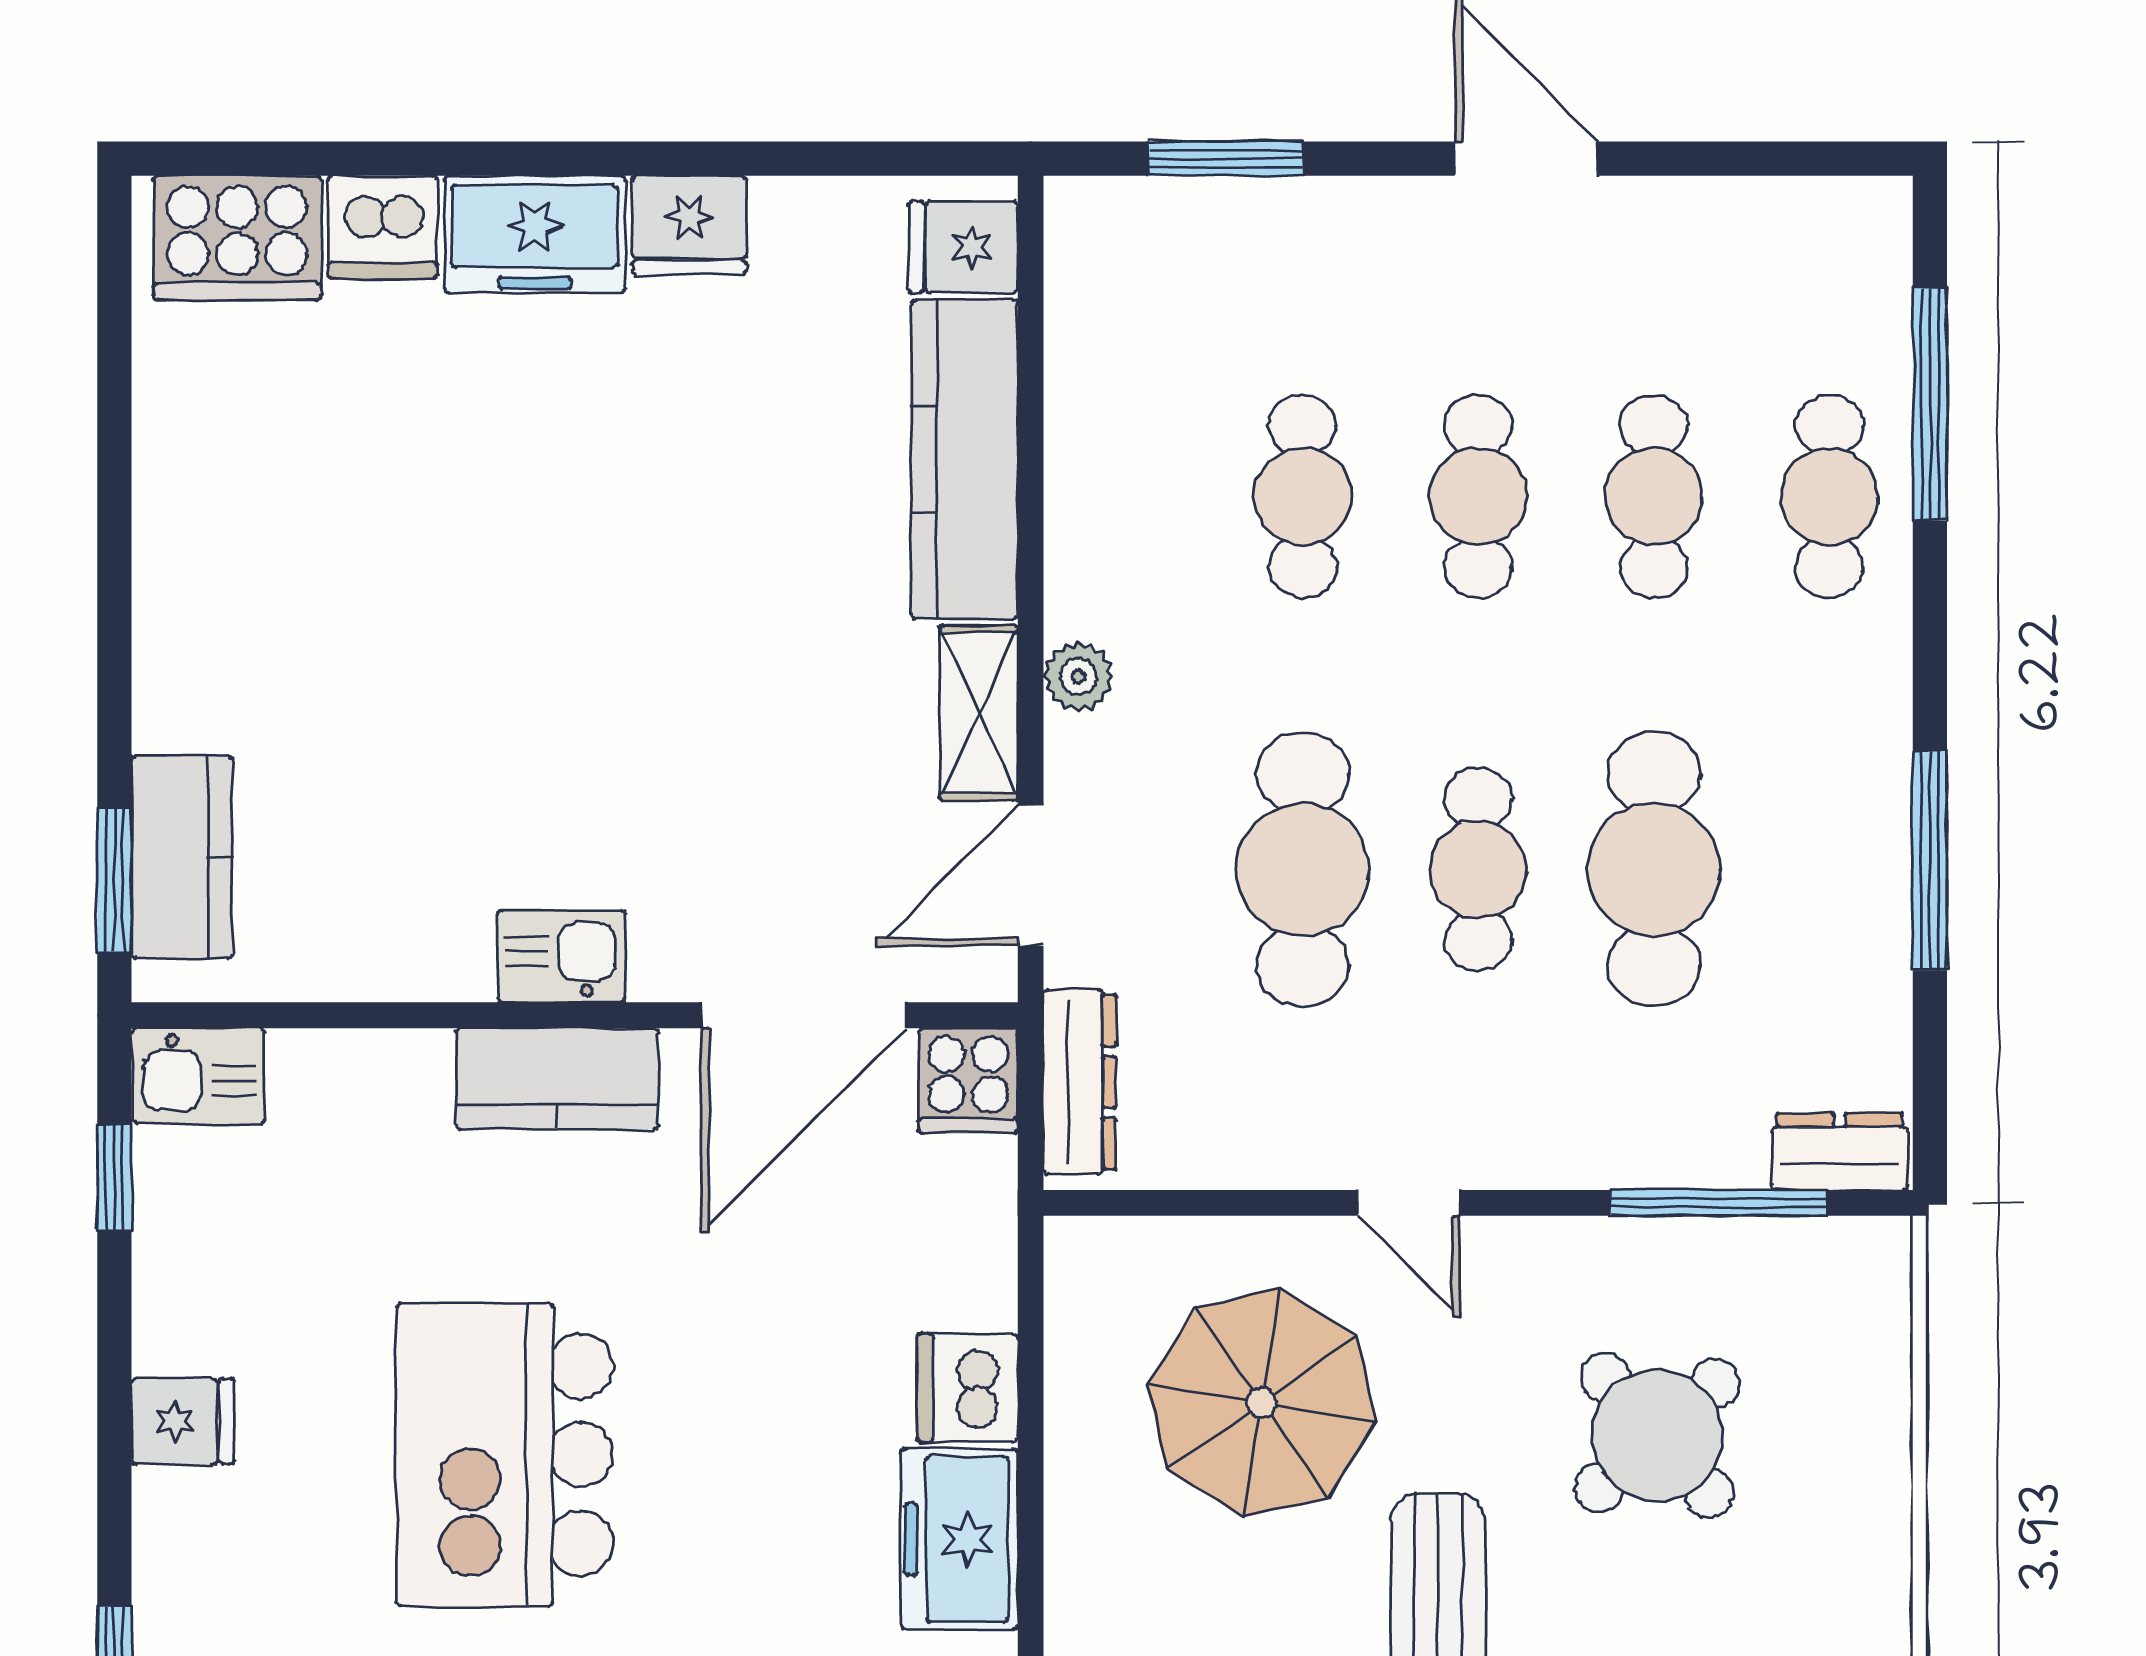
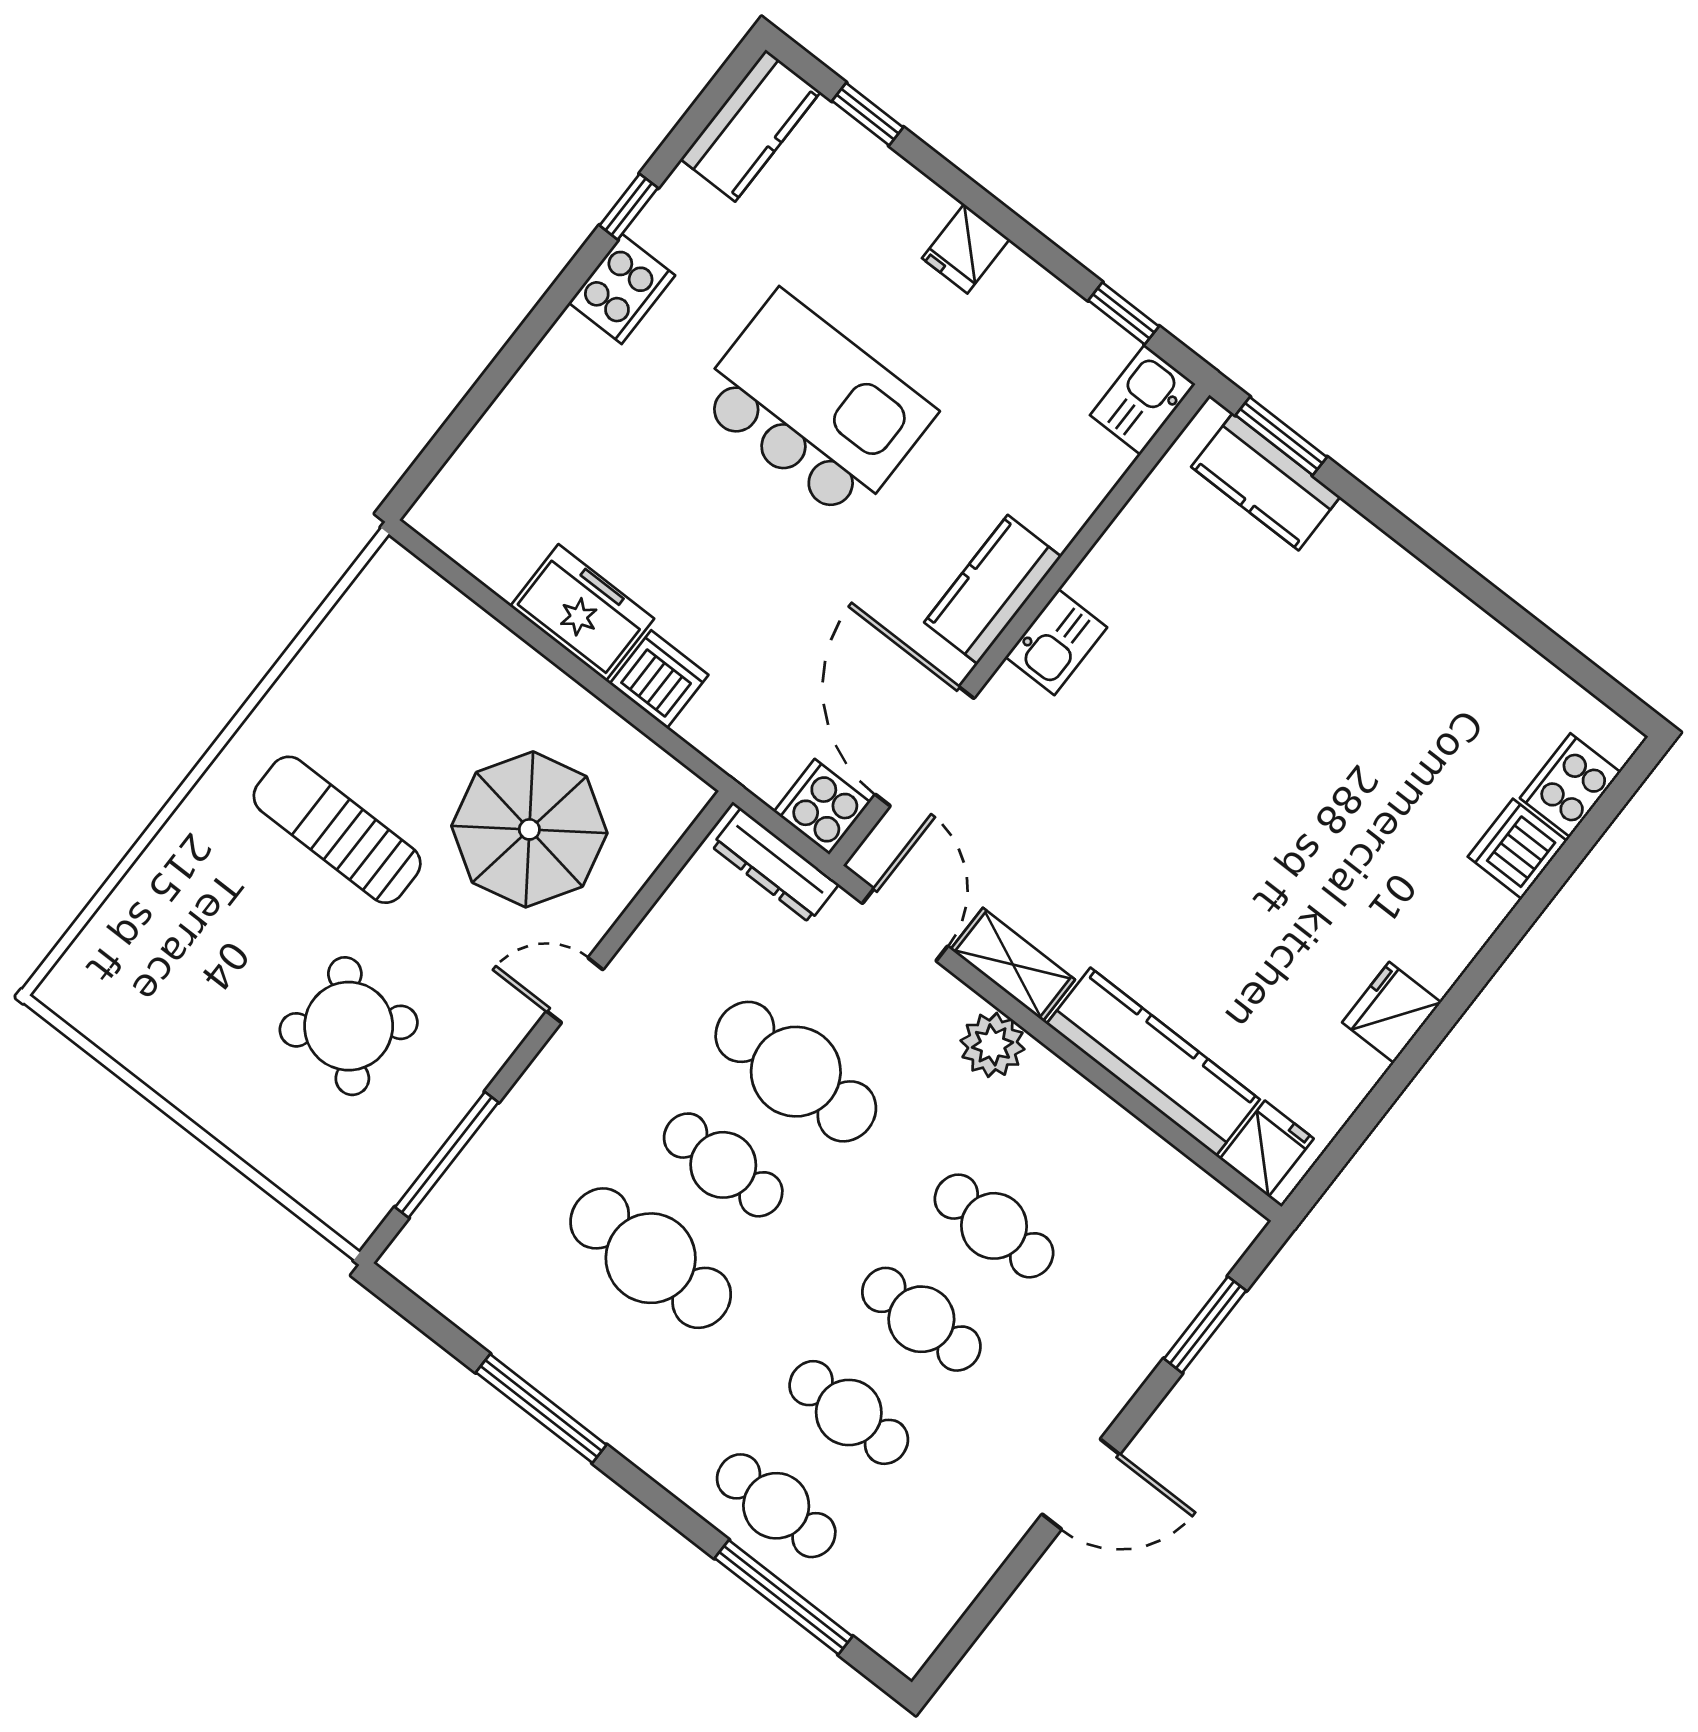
freezer: (535, 235) -> (1450, 926), removed
cooker: (237, 238) -> (1570, 785), width x0.73, depth x0.76
plant: (1078, 676) -> (993, 1045), width x1.38, depth x1.38
dresser: (1839, 1152) -> (424, 1240), removed

